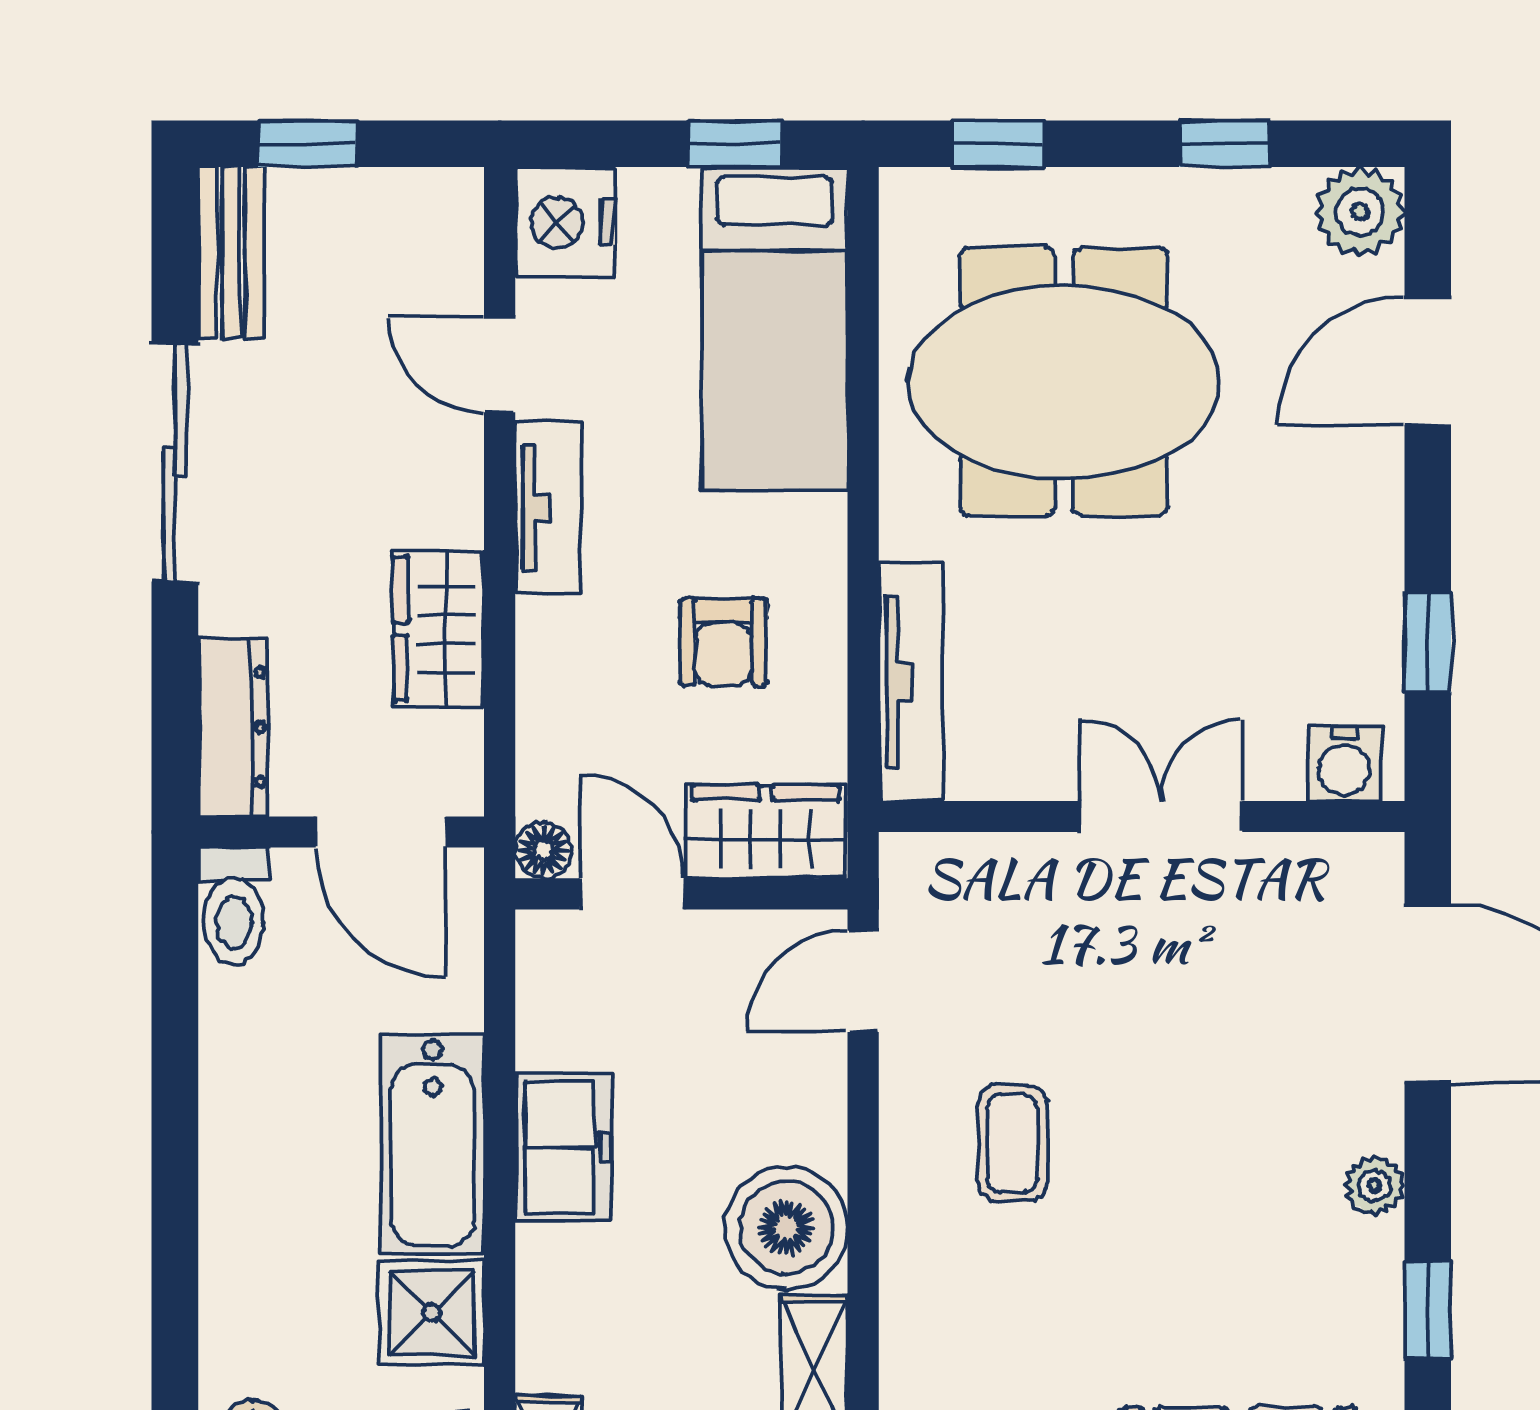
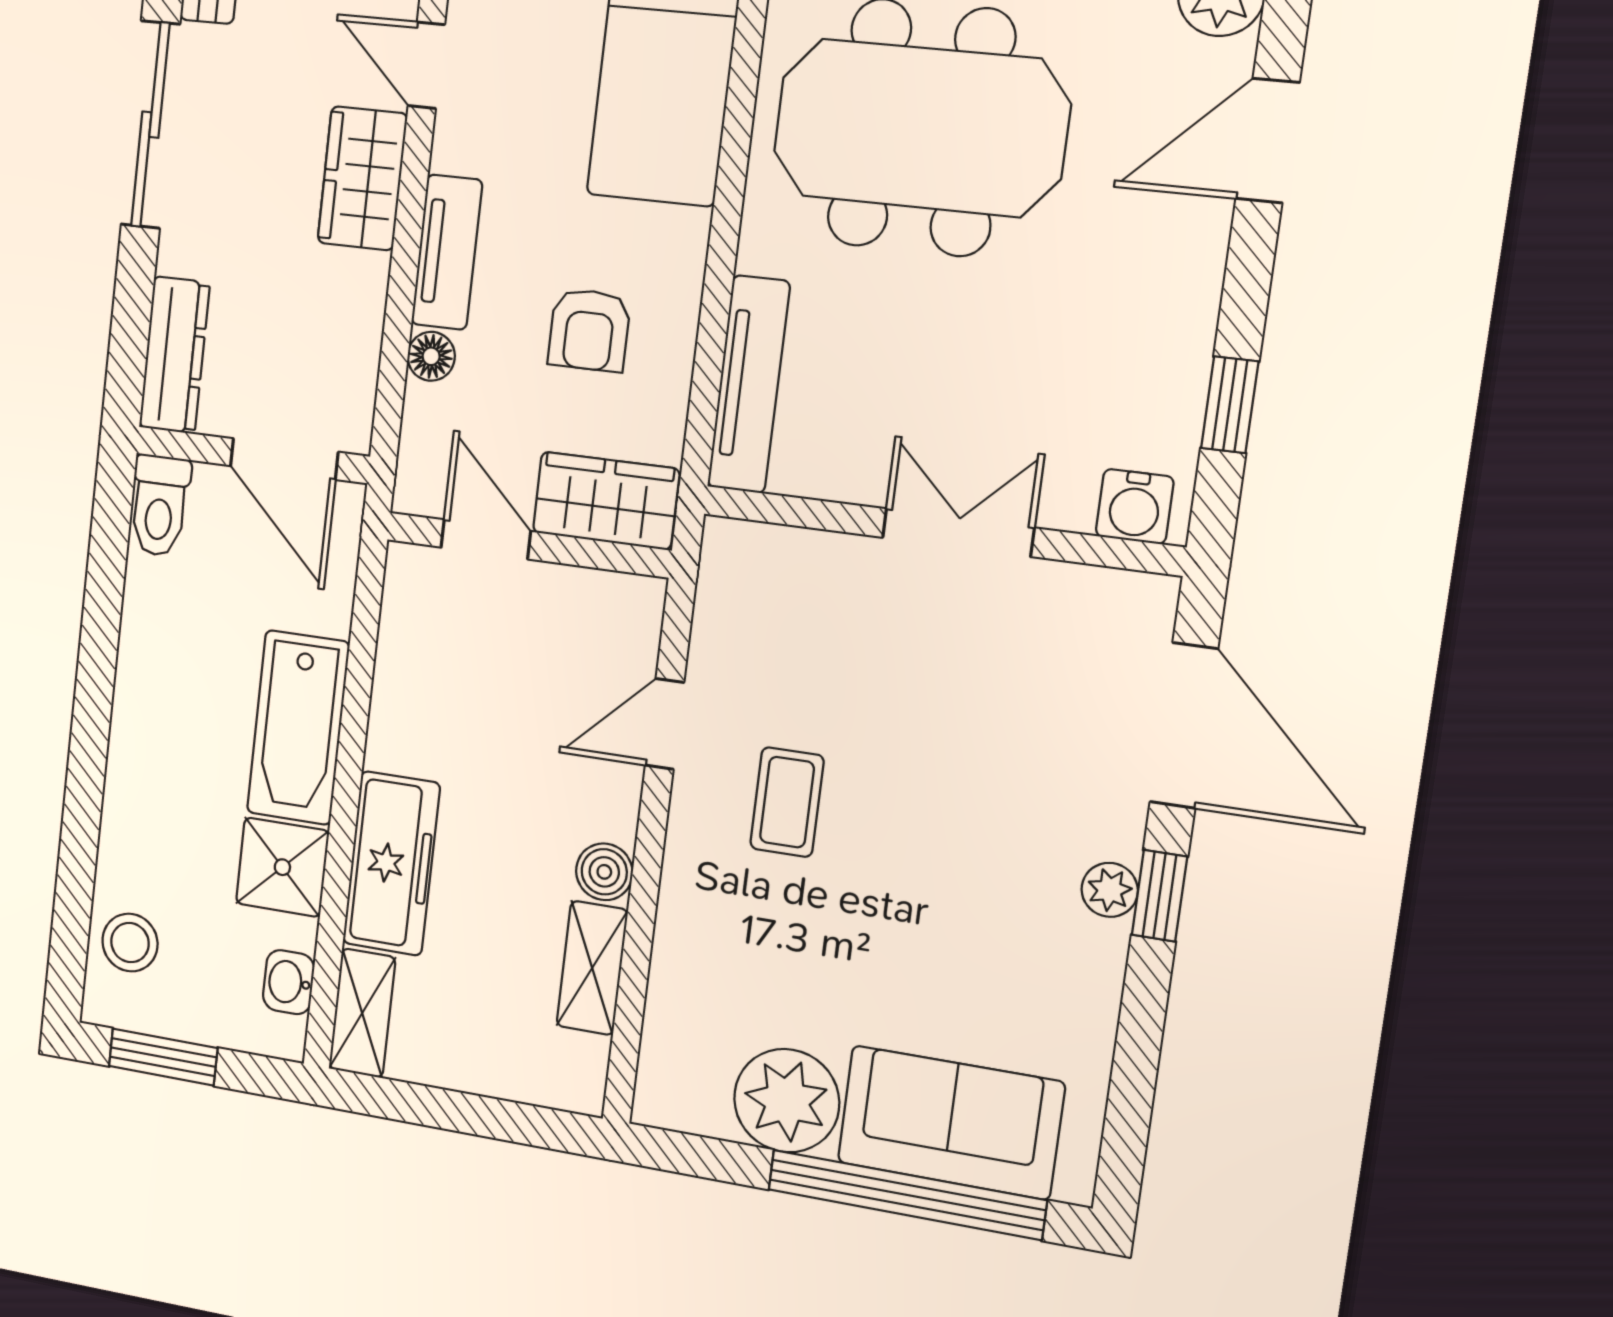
tv unit: (548, 508) -> (447, 252), moved
wardrobe: (439, 629) -> (362, 178), moved
floor lamp: (543, 850) -> (431, 356), moved
door: (863, 981) -> (665, 724), moved
freezer: (563, 1147) -> (391, 863), moved, width x1.40
boiler: (786, 1228) -> (604, 872), width x0.54, depth x0.54
window: (1428, 1310) -> (1159, 896), moved

